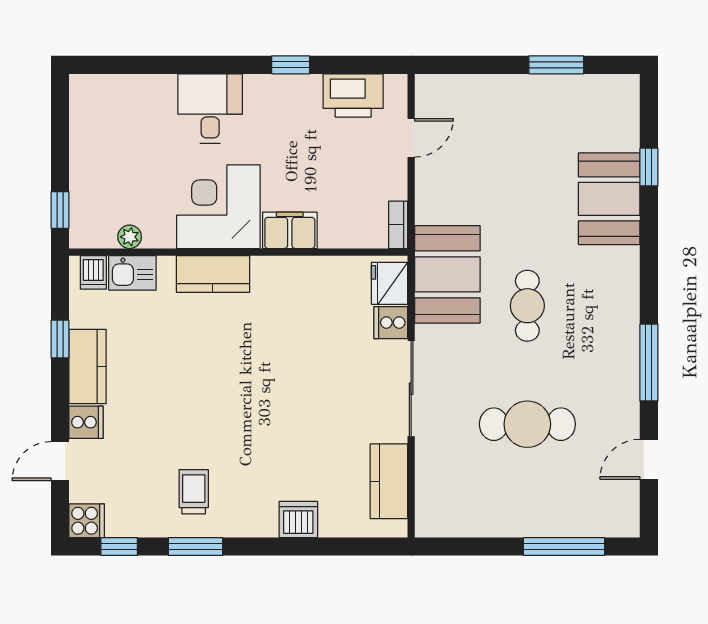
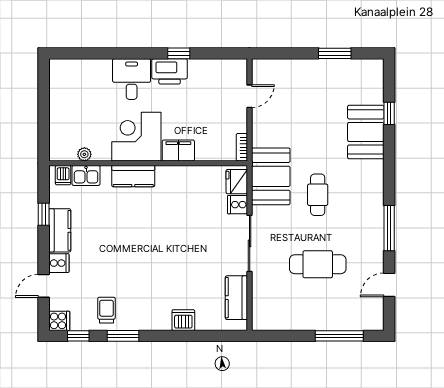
printer: (353, 95) -> (170, 71), moved
window: (60, 210) -> (44, 139), removed
trolley: (194, 492) -> (106, 310), moved

